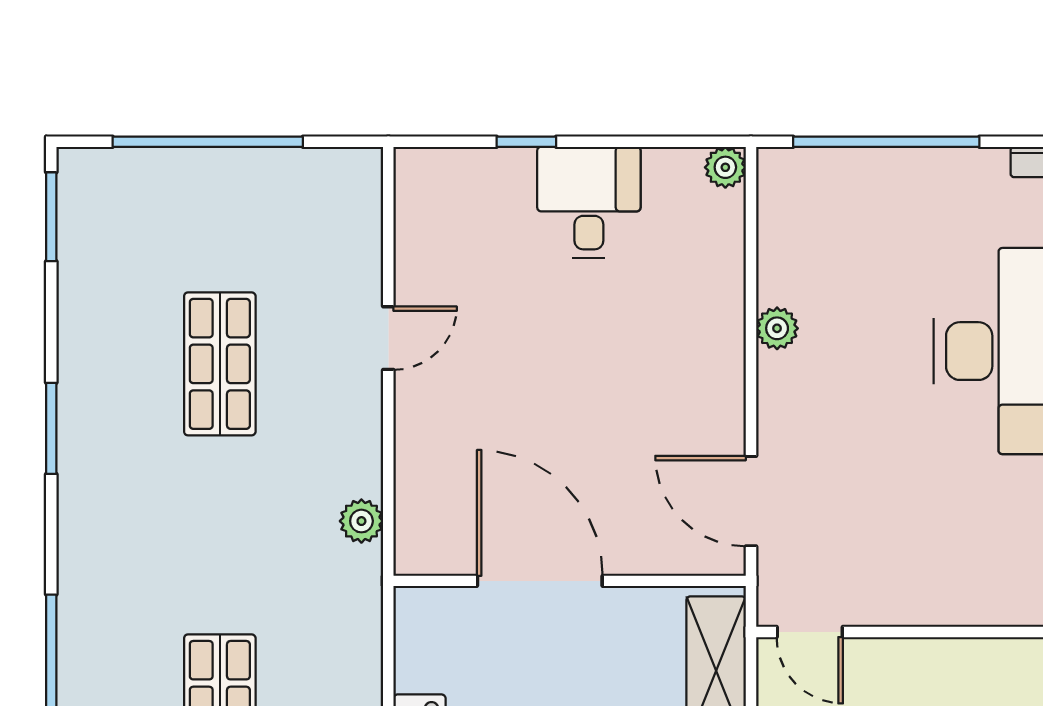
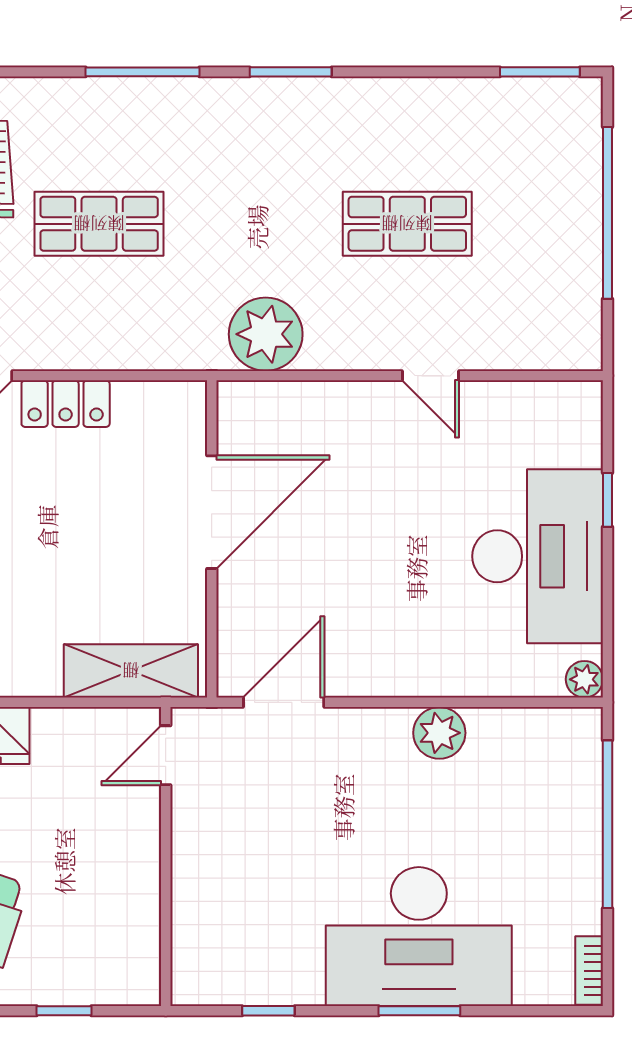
desk: (589, 202) -> (538, 556), width x1.87, depth x1.30
plant: (777, 328) -> (439, 733), width x1.38, depth x1.38
window: (51, 428) -> (291, 72), moved
plant: (361, 521) -> (266, 334), width x1.87, depth x1.87

